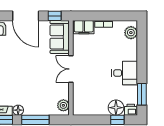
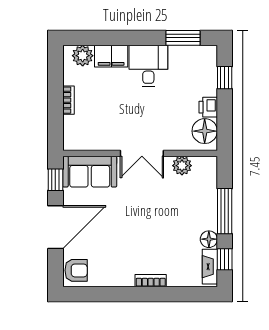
filing cabinet: (84, 27) -> (111, 56), moved, turned 90
plant: (63, 105) -> (182, 166), moved
floor lamp: (116, 108) -> (205, 131), moved
printer: (131, 110) -> (208, 107), moved

